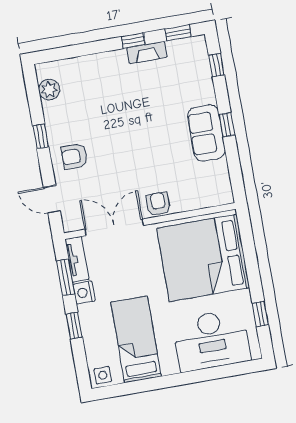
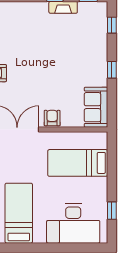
sofa: (206, 133) -> (96, 107), moved
bed: (203, 258) -> (78, 163), width x0.49

